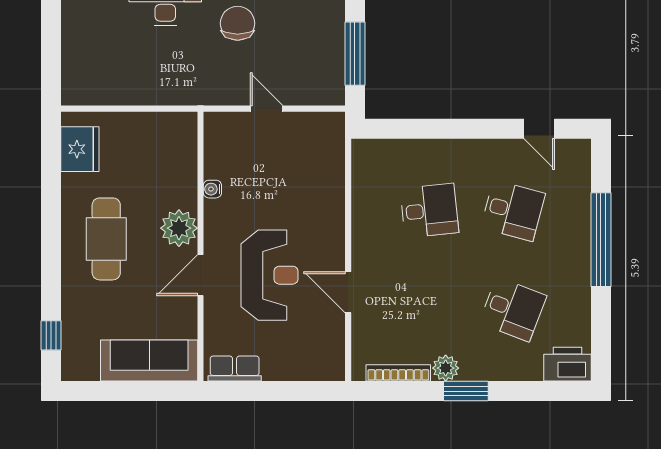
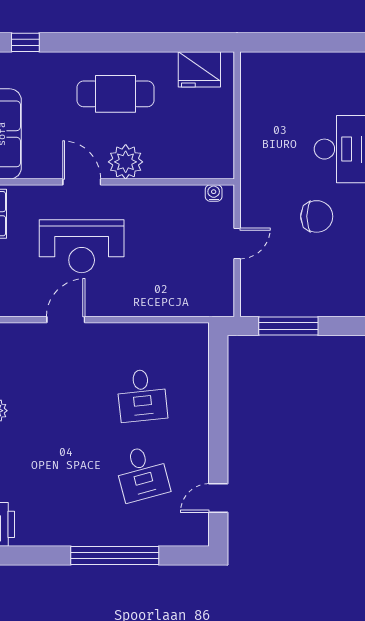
water cooler: (212, 189) -> (214, 193), moved
desk: (513, 211) -> (142, 473), turned -30
desk: (513, 309) -> (50, 473), removed

